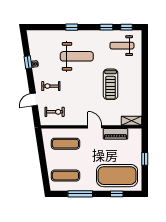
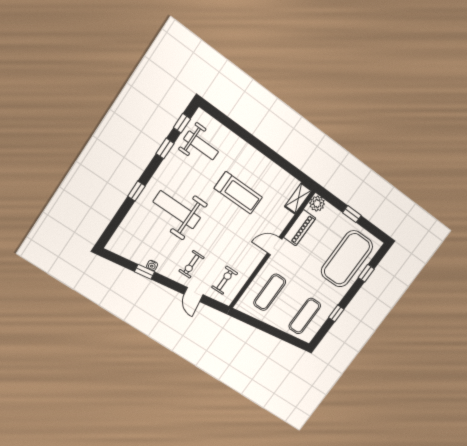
weight bench: (122, 46) -> (201, 145), turned -90
weight bench: (77, 56) -> (177, 210), turned -90
plant: (136, 134) -> (317, 204), added
window: (80, 194) -> (336, 313), width x0.46

